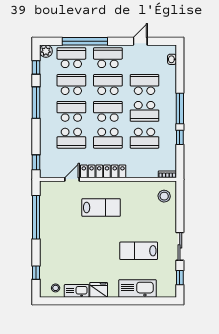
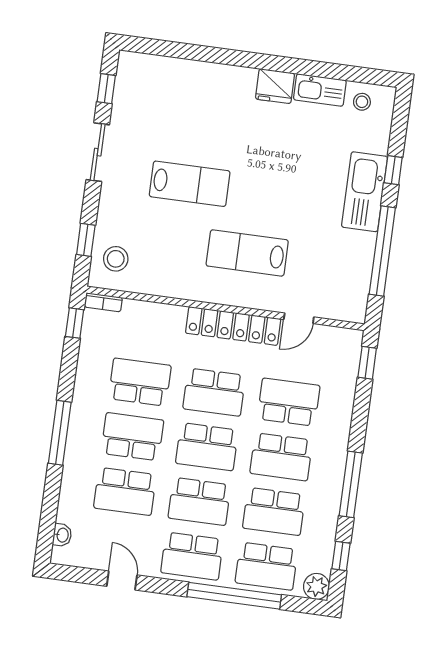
door: (140, 41) -> (122, 581), swing flipped
window: (180, 137) -> (75, 323), moved
school desk: (108, 138) -> (214, 392), turned 180
window: (180, 203) -> (86, 240), added
lab bench: (139, 251) -> (190, 184), moved
window: (36, 273) -> (393, 170), moved
kitchen sink: (138, 288) -> (364, 192), moved, turned 90

